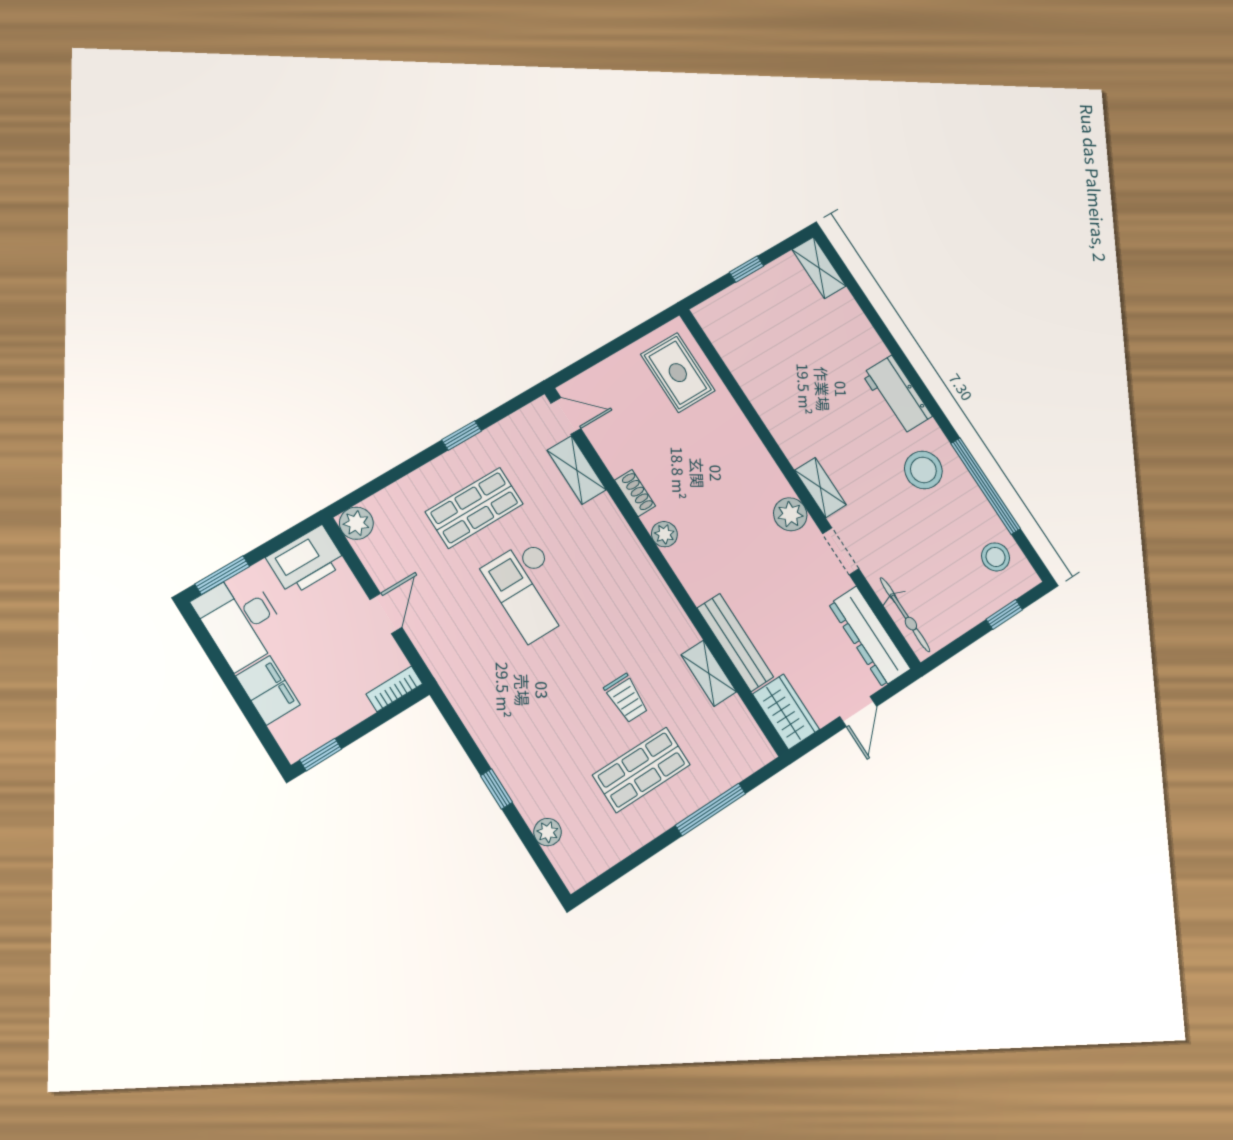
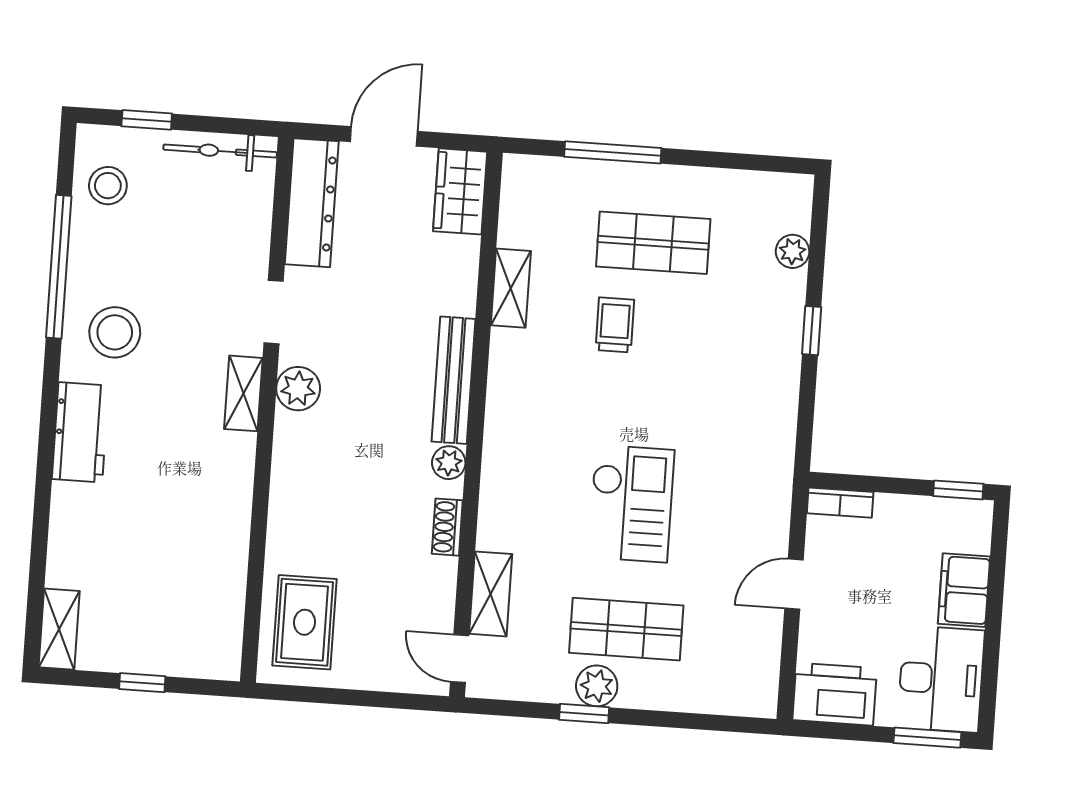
plant: (356, 523) -> (597, 686), moved
bicycle: (905, 615) -> (220, 151), moved, turned -90
bench: (735, 642) -> (453, 380), moved
door: (858, 711) -> (384, 136), width x1.38

